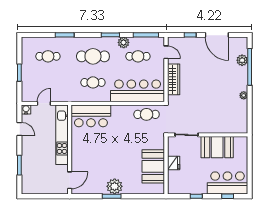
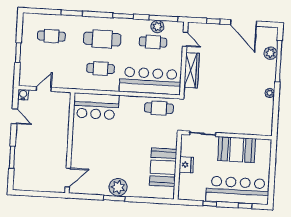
plant: (124, 42) -> (157, 27), moved
kitchen unit: (62, 135) -> (62, 126), removed
bar counter: (227, 183) -> (238, 190), width x1.36

